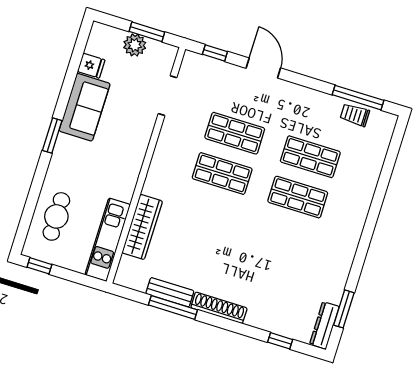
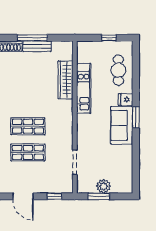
fridge: (91, 66) -> (126, 100), moved
sofa: (85, 107) -> (122, 125), moved
kitchen unit: (108, 240) -> (84, 88), moved
window: (39, 266) -> (109, 38), moved

